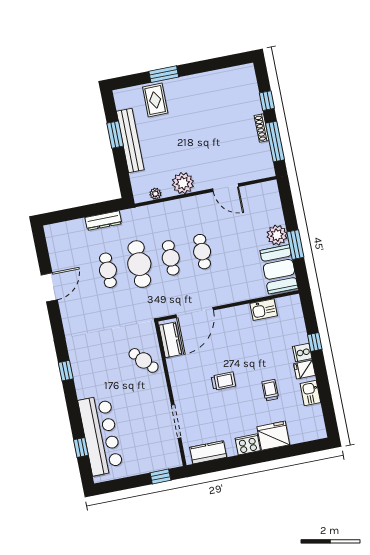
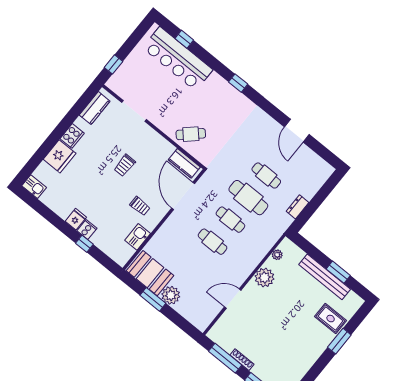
dresser: (103, 221) -> (298, 207), width x0.70
trolley: (270, 390) -> (140, 206), moved
kitchen sink: (310, 393) -> (34, 187), moved

